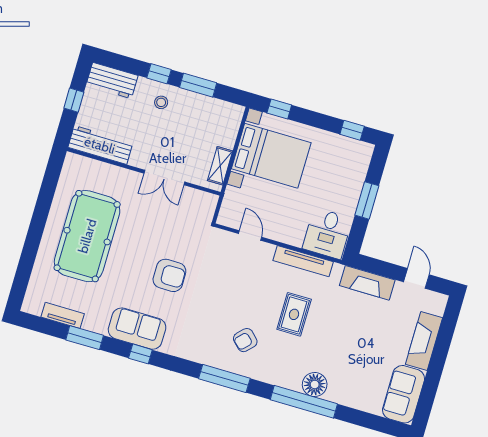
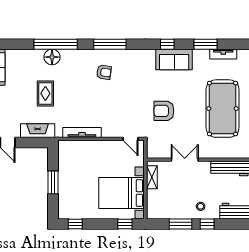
desk: (327, 233) -> (72, 154), removed
door: (250, 235) -> (130, 139), moved
armchair: (169, 275) -> (164, 111), moved
rug: (294, 314) -> (45, 93), moved
armchair: (245, 340) -> (104, 72), turned 54

